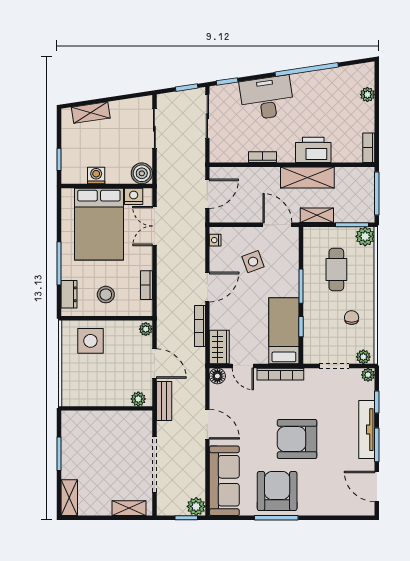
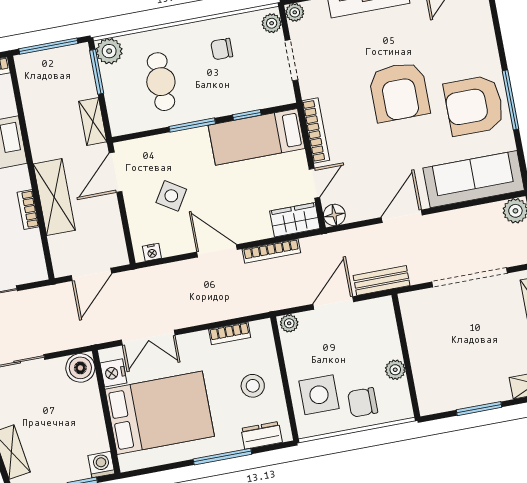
washing machine: (96, 175) -> (101, 465), moved, turned 90
shelving: (307, 178) -> (54, 197), moved
door: (207, 194) -> (91, 274), swing flipped
side table: (253, 262) -> (171, 196), turned -38
cafe table: (336, 270) -> (161, 82), turned 90
chair: (79, 371) -> (363, 402), added
plant: (138, 399) -> (395, 370), moved

